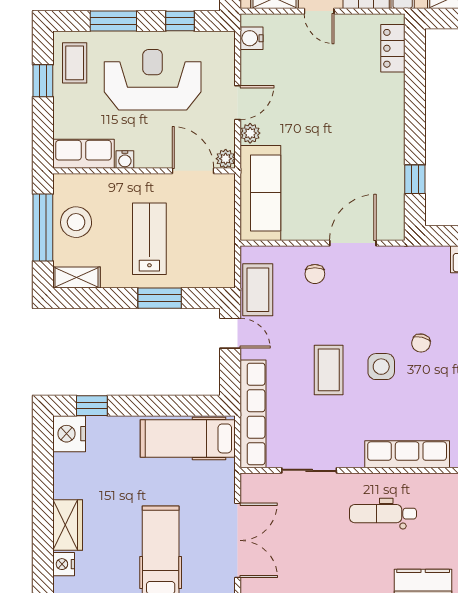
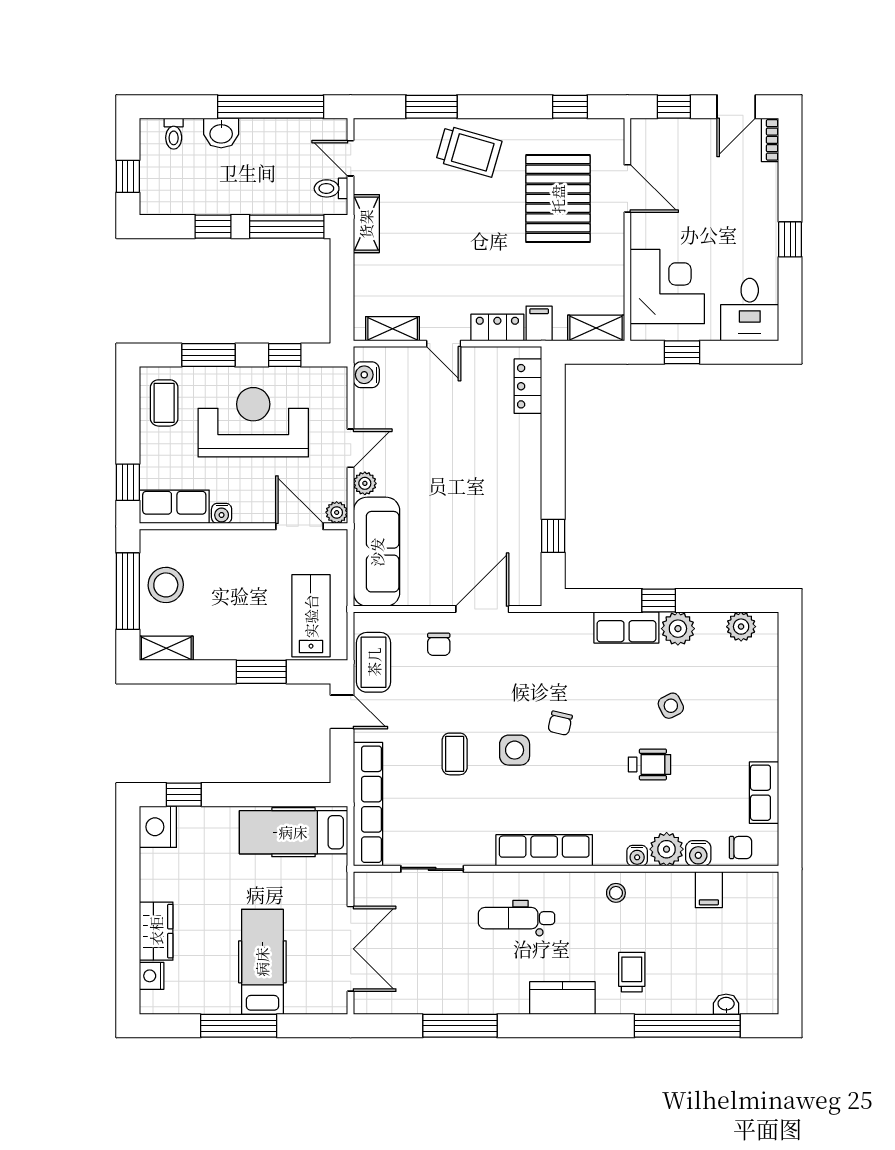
window: (43, 81) -> (128, 482), moved
lab bench: (149, 239) -> (311, 616), moved
coffee table: (329, 370) -> (455, 754), width x0.73, depth x0.77

